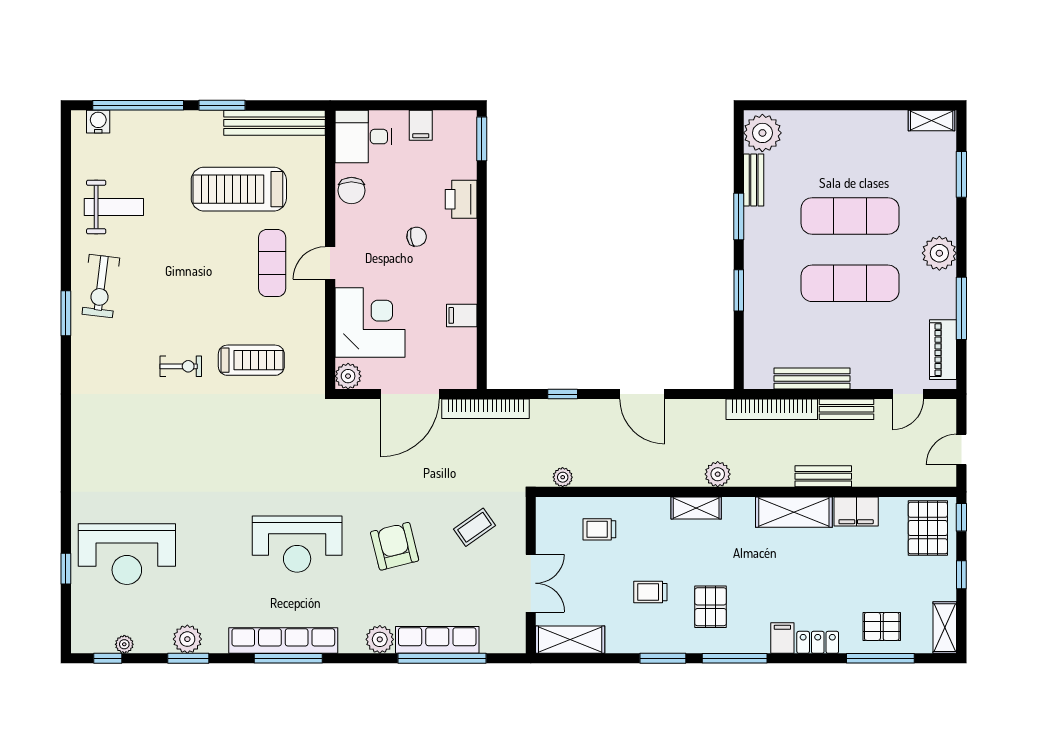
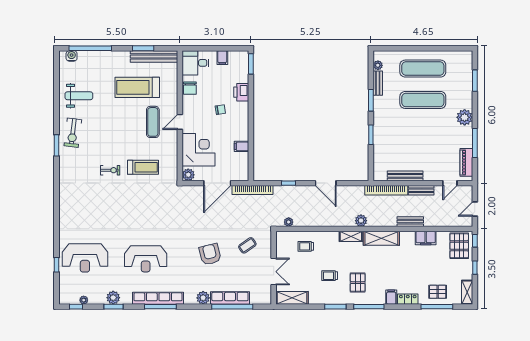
window: (222, 105) -> (143, 48), moved
shelving: (932, 121) -> (461, 55), removed
plant: (762, 133) -> (378, 65), width x0.53, depth x0.53
exercise mat: (850, 283) -> (423, 69), moved
shelving: (794, 512) -> (381, 238), moved
reception desk: (297, 544) -> (146, 259), moved

